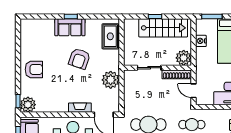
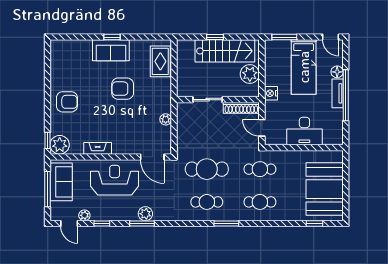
nightstand: (201, 41) -> (271, 93), moved
plant: (184, 58) -> (250, 74), moved
armchair: (79, 59) -> (123, 89), turned 71
plant: (111, 80) -> (166, 119), width x0.53, depth x0.53
fireplace: (80, 108) -> (98, 148), moved

